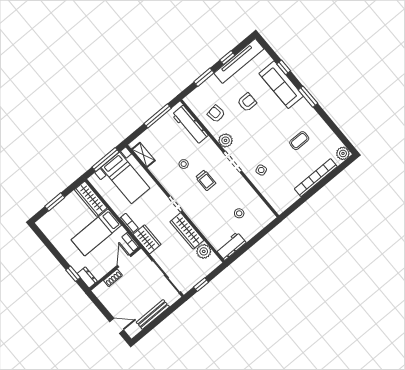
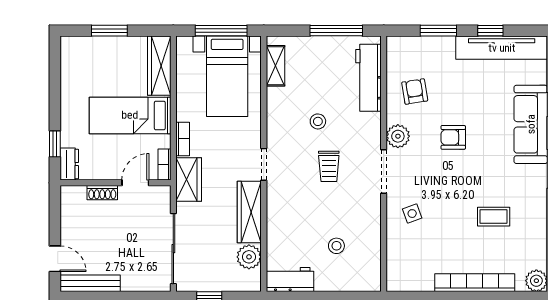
armchair: (247, 102) -> (453, 137), moved, turned 180
bench: (153, 314) -> (90, 283), moved

